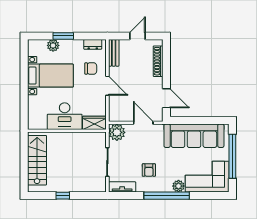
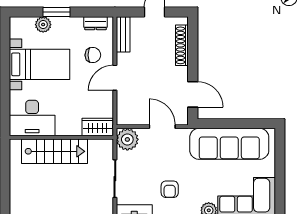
door: (107, 86) -> (115, 78), swing flipped
desk: (65, 116) -> (32, 118), moved
window: (232, 156) -> (280, 171), removed
stairs: (37, 160) -> (55, 151), moved, turned 90

